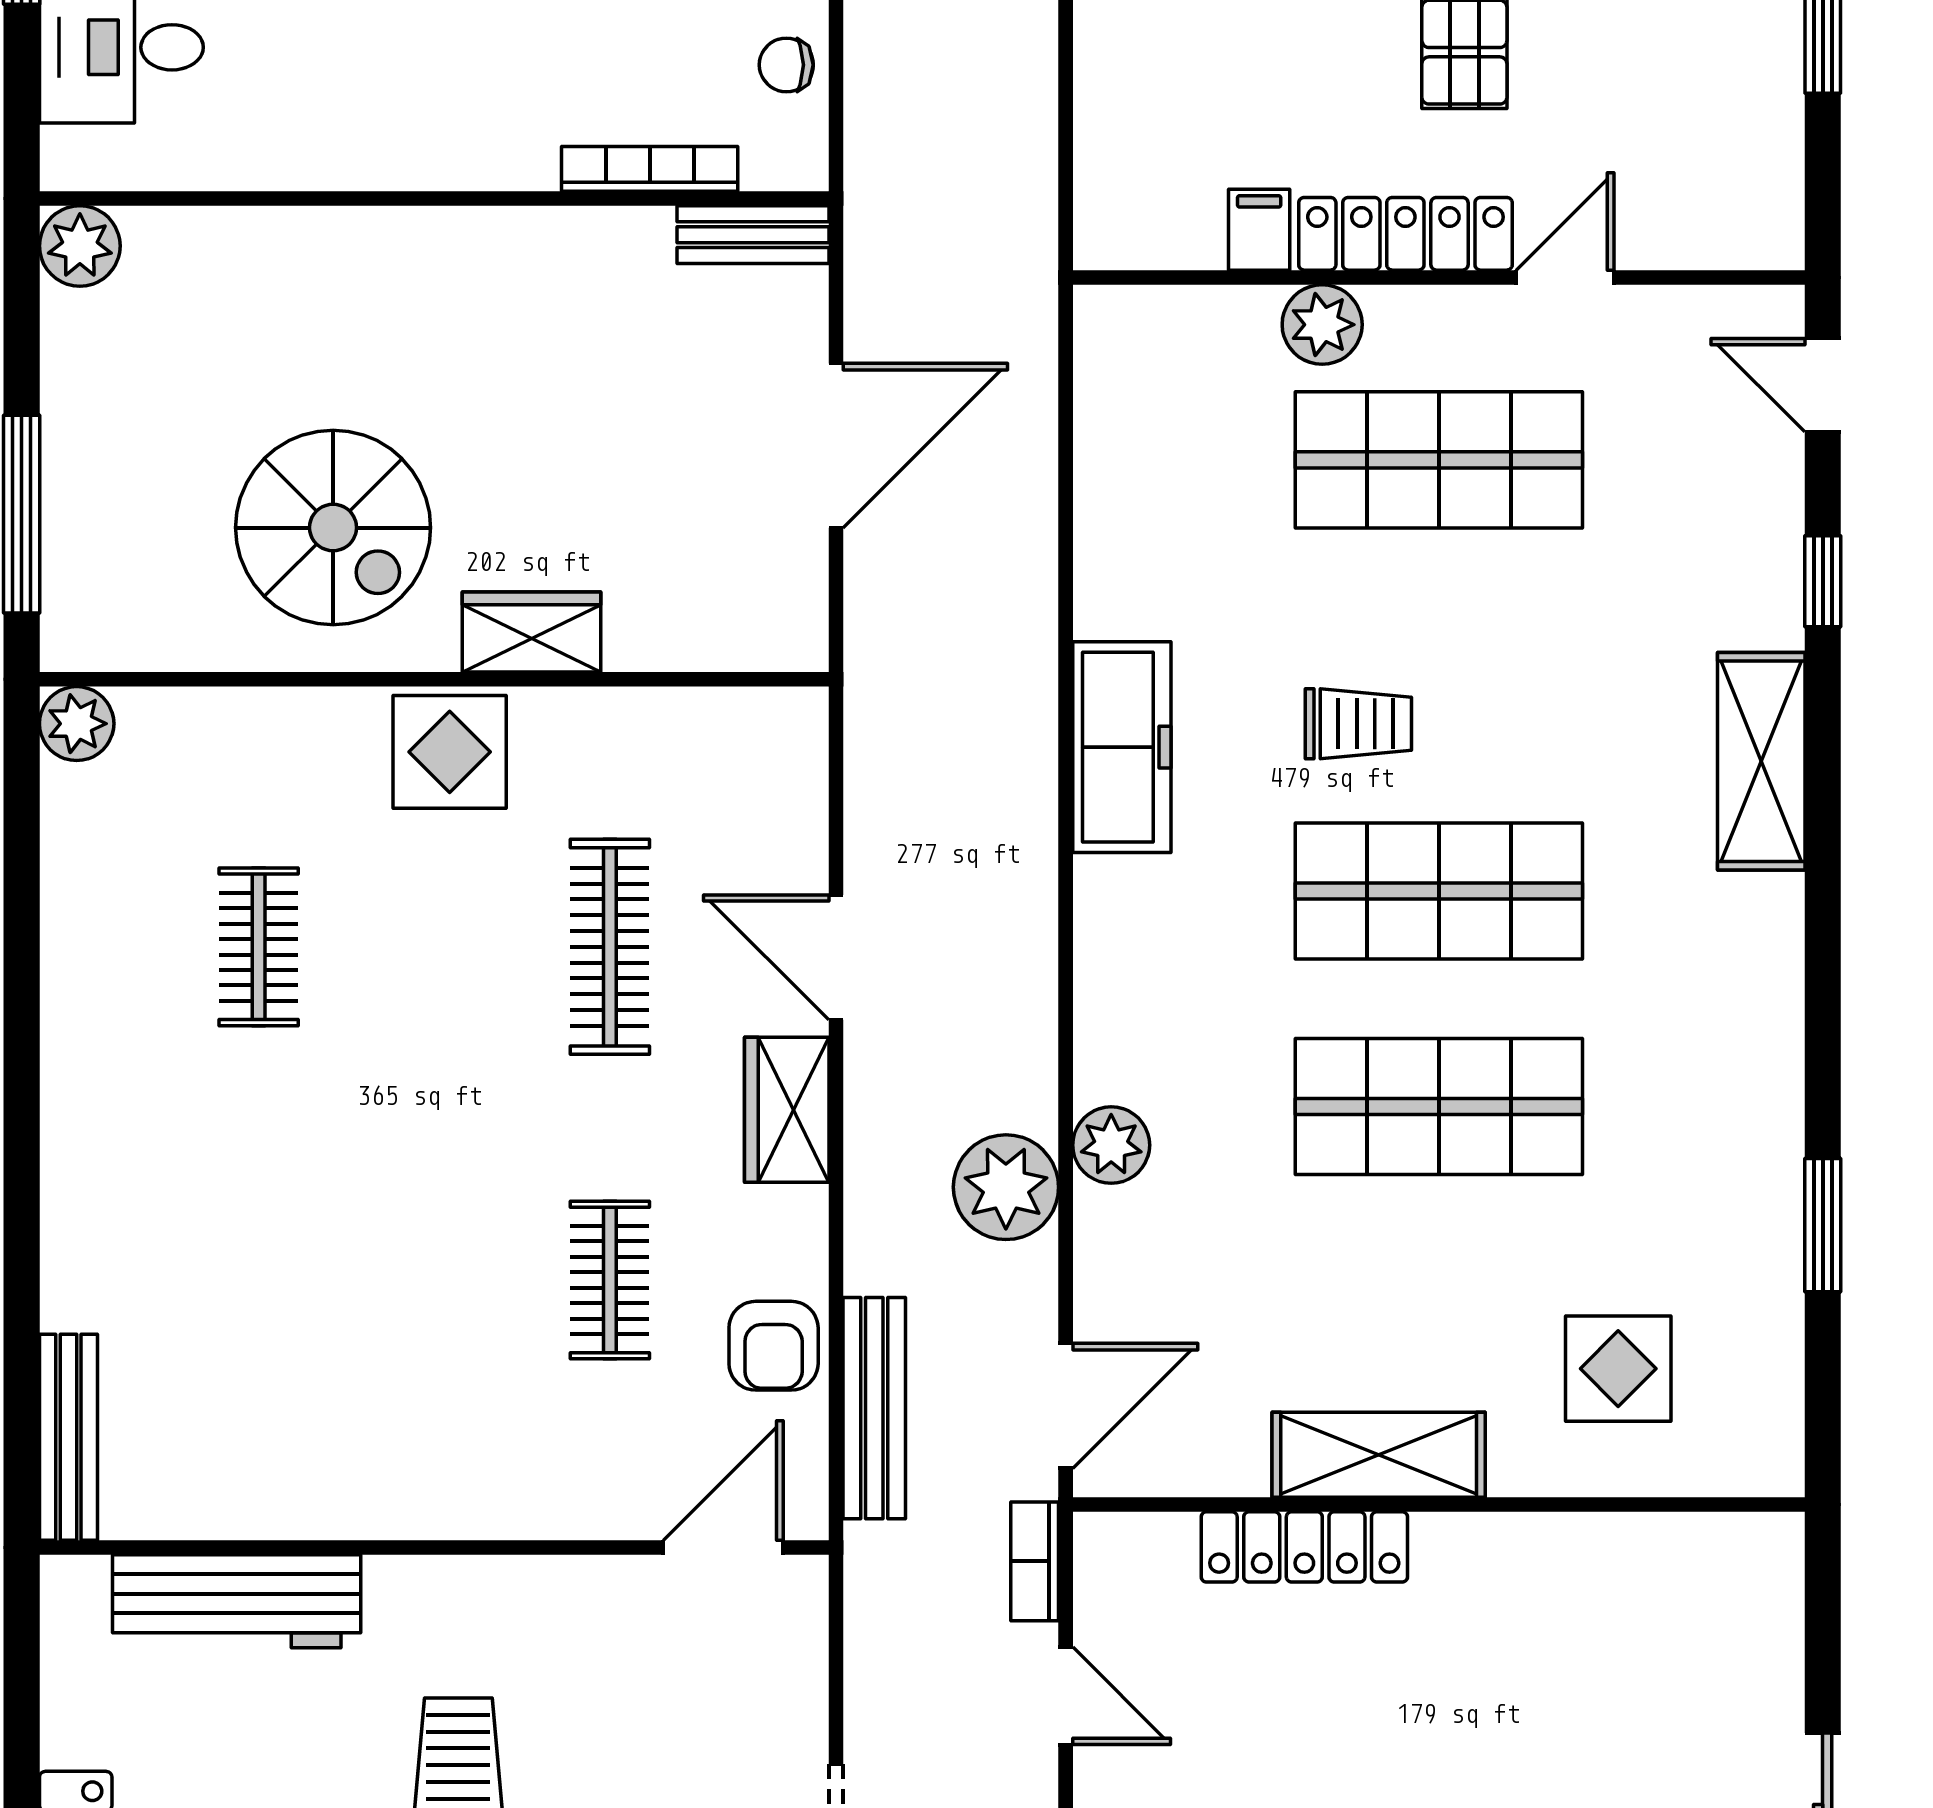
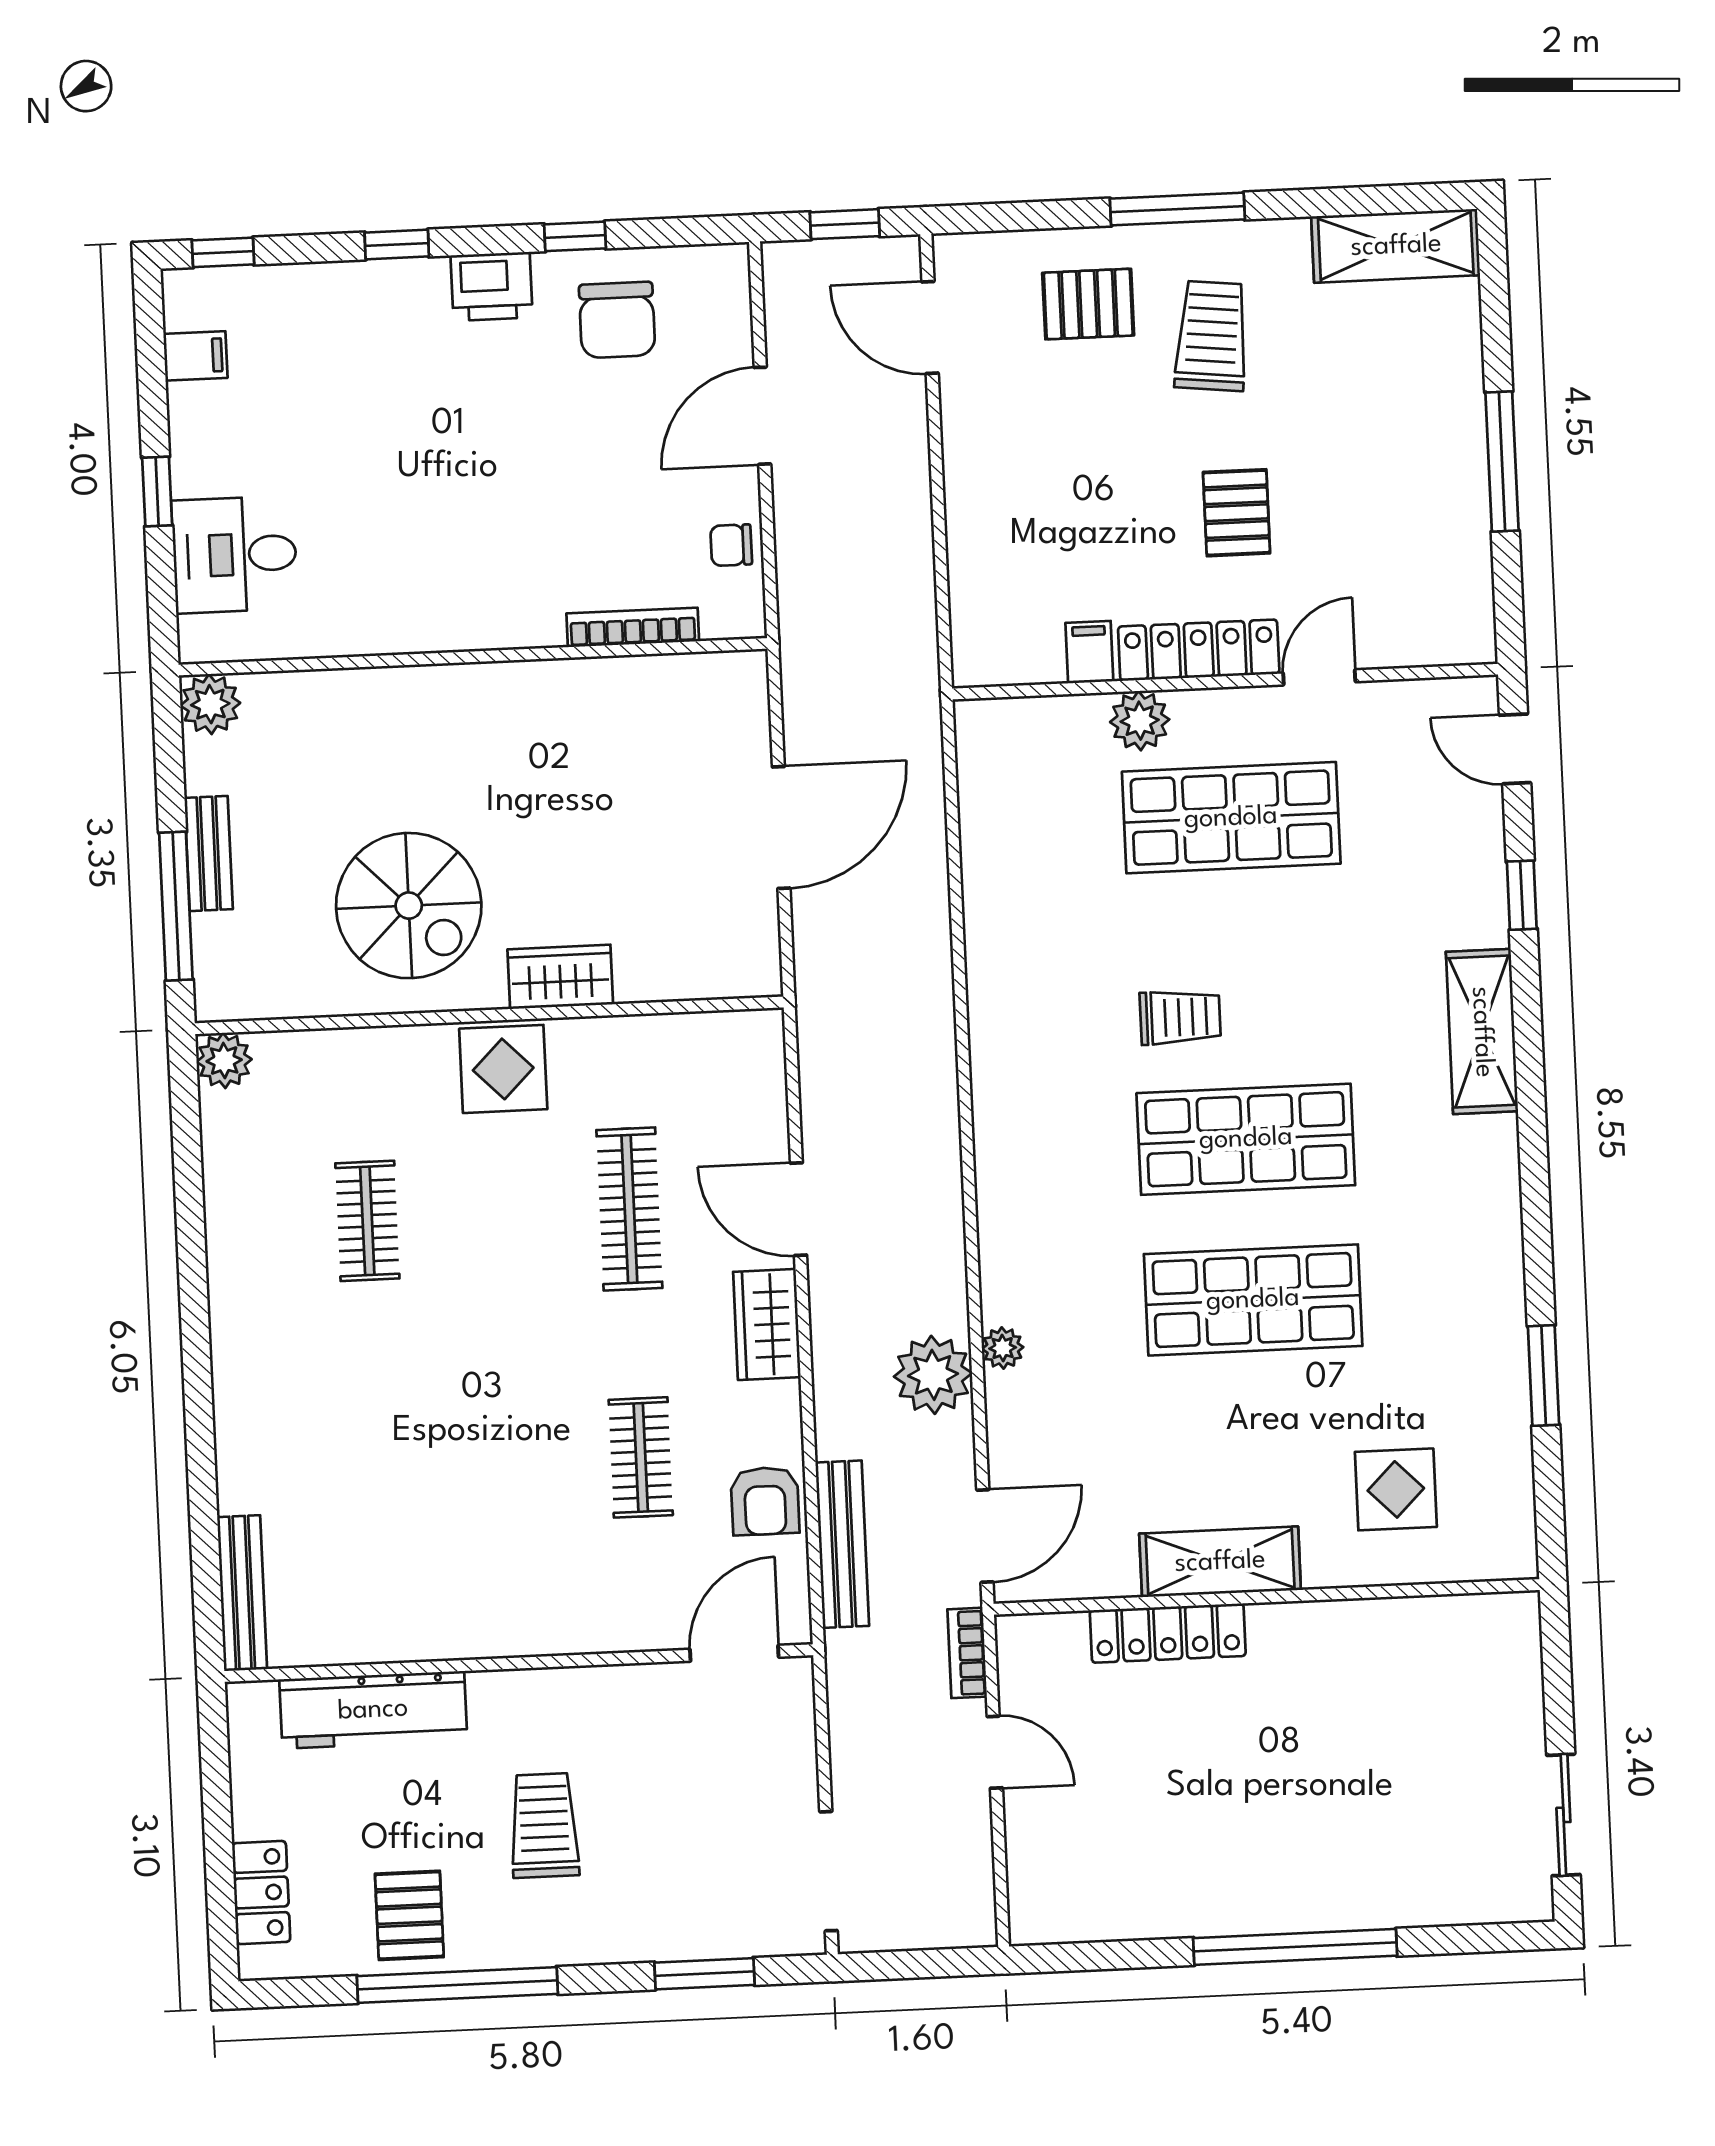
bench: (753, 235) -> (209, 854), moved, turned 90
freezer: (1122, 747) -> (1005, 1043), removed
plant: (1111, 1145) -> (1003, 1348), width x0.73, depth x0.73

